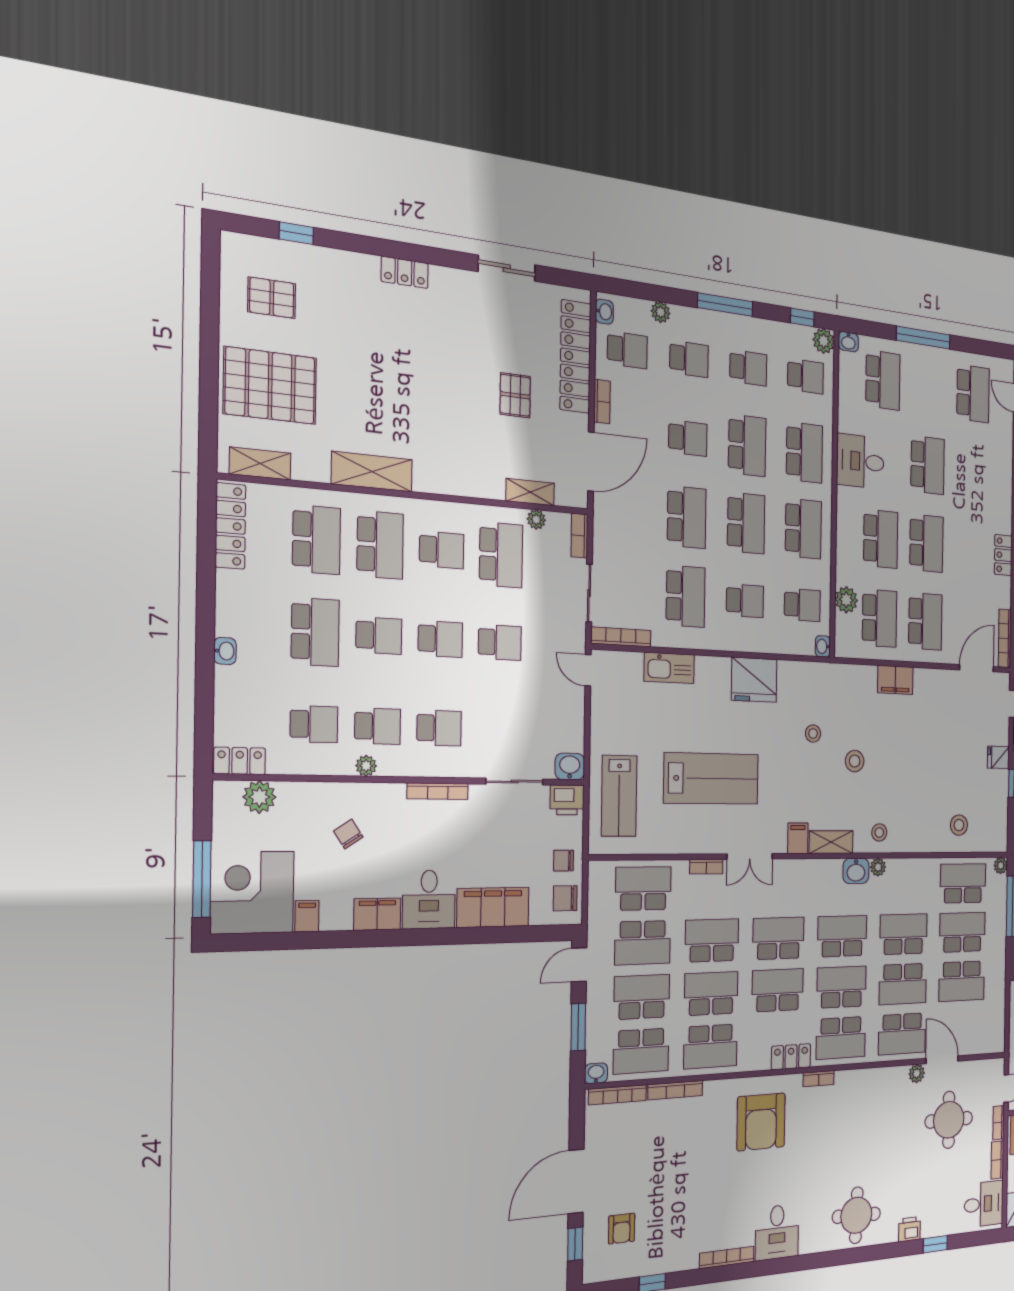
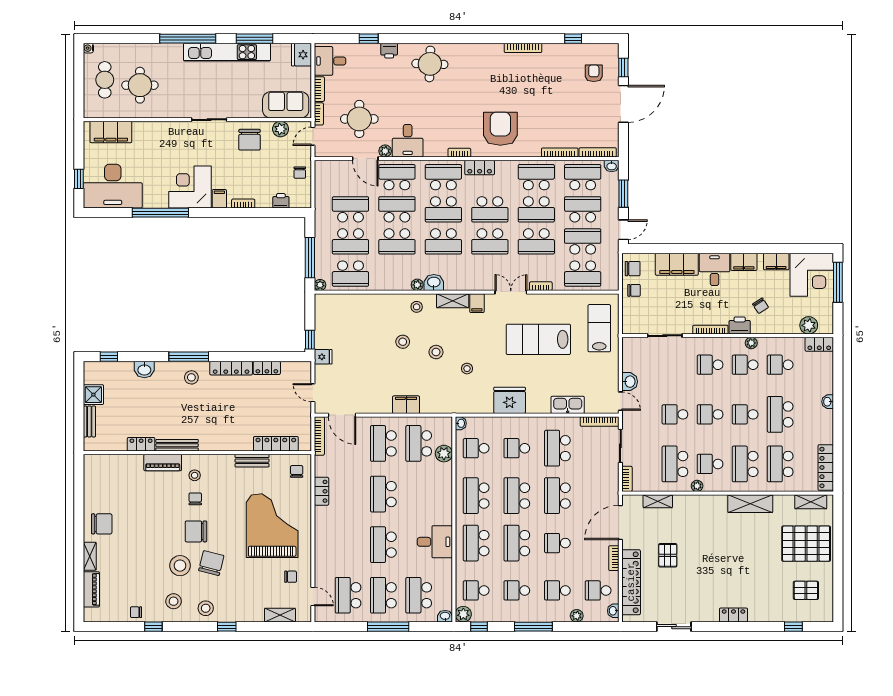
plant: (536, 519) -> (697, 486), moved
school desk: (881, 539) -> (383, 595), moved
door: (977, 668) -> (342, 415), hinge flipped
washbasin: (570, 767) -> (630, 382), moved, turned -90
printer: (567, 800) -> (740, 325), moved
stool: (959, 825) -> (403, 342), moved
filing cabinet: (307, 916) -> (776, 262), width x2.00
school desk: (642, 997) -> (583, 209), turned 180
desk: (777, 1232) -> (408, 141), moved, turned 180

